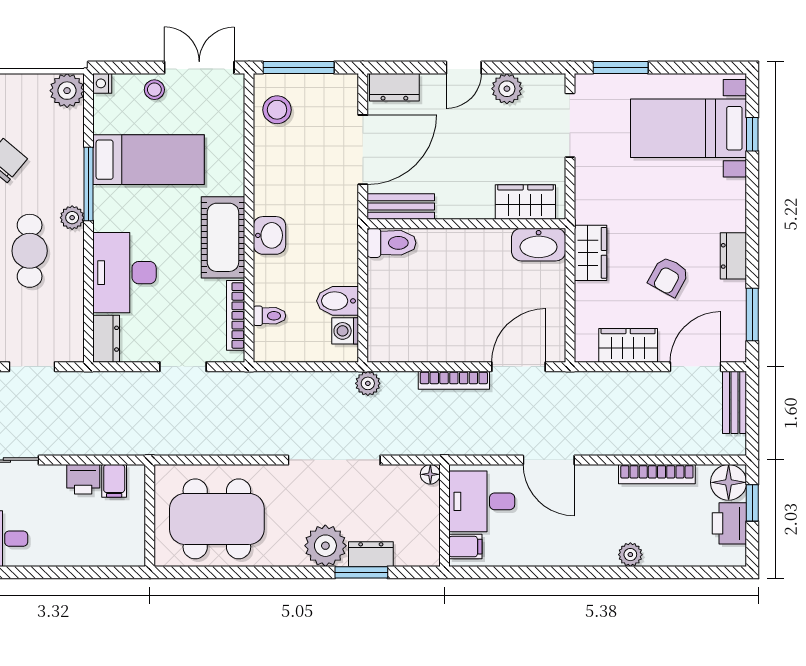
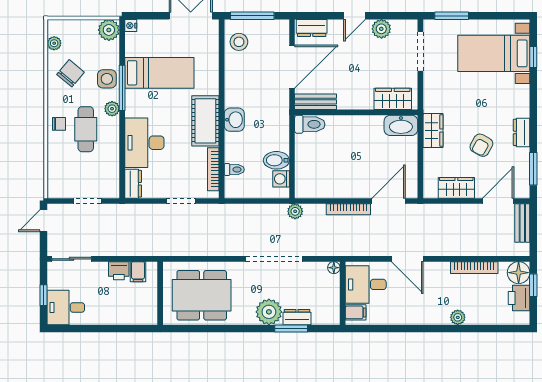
stool: (154, 90) -> (163, 29), removed
side table: (64, 169) -> (107, 79), added

